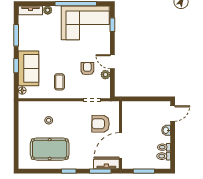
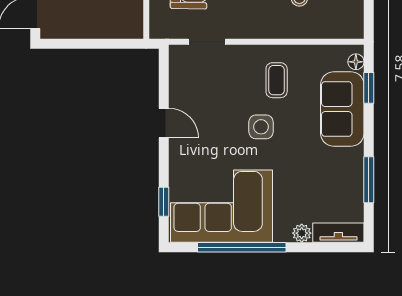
side table: (67, 60) -> (261, 127), added
window: (16, 66) -> (369, 88), moved
armchair: (87, 69) -> (217, 108), removed
plant: (105, 75) -> (178, 96), removed

